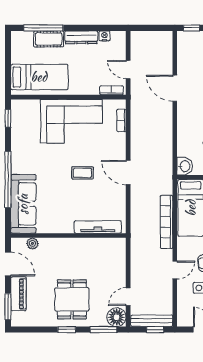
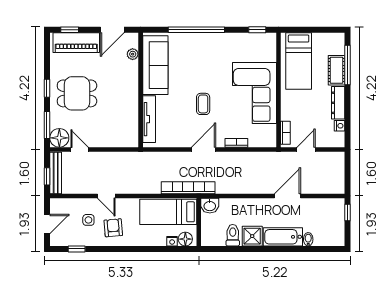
bookcase: (121, 120) -> (236, 143), moved
sofa: (23, 204) -> (155, 65), moved, turned -90
bookcase: (167, 222) -> (188, 188), moved
piano: (18, 294) -> (76, 43), width x1.37, depth x1.33
window: (8, 307) -> (70, 30), width x0.67

